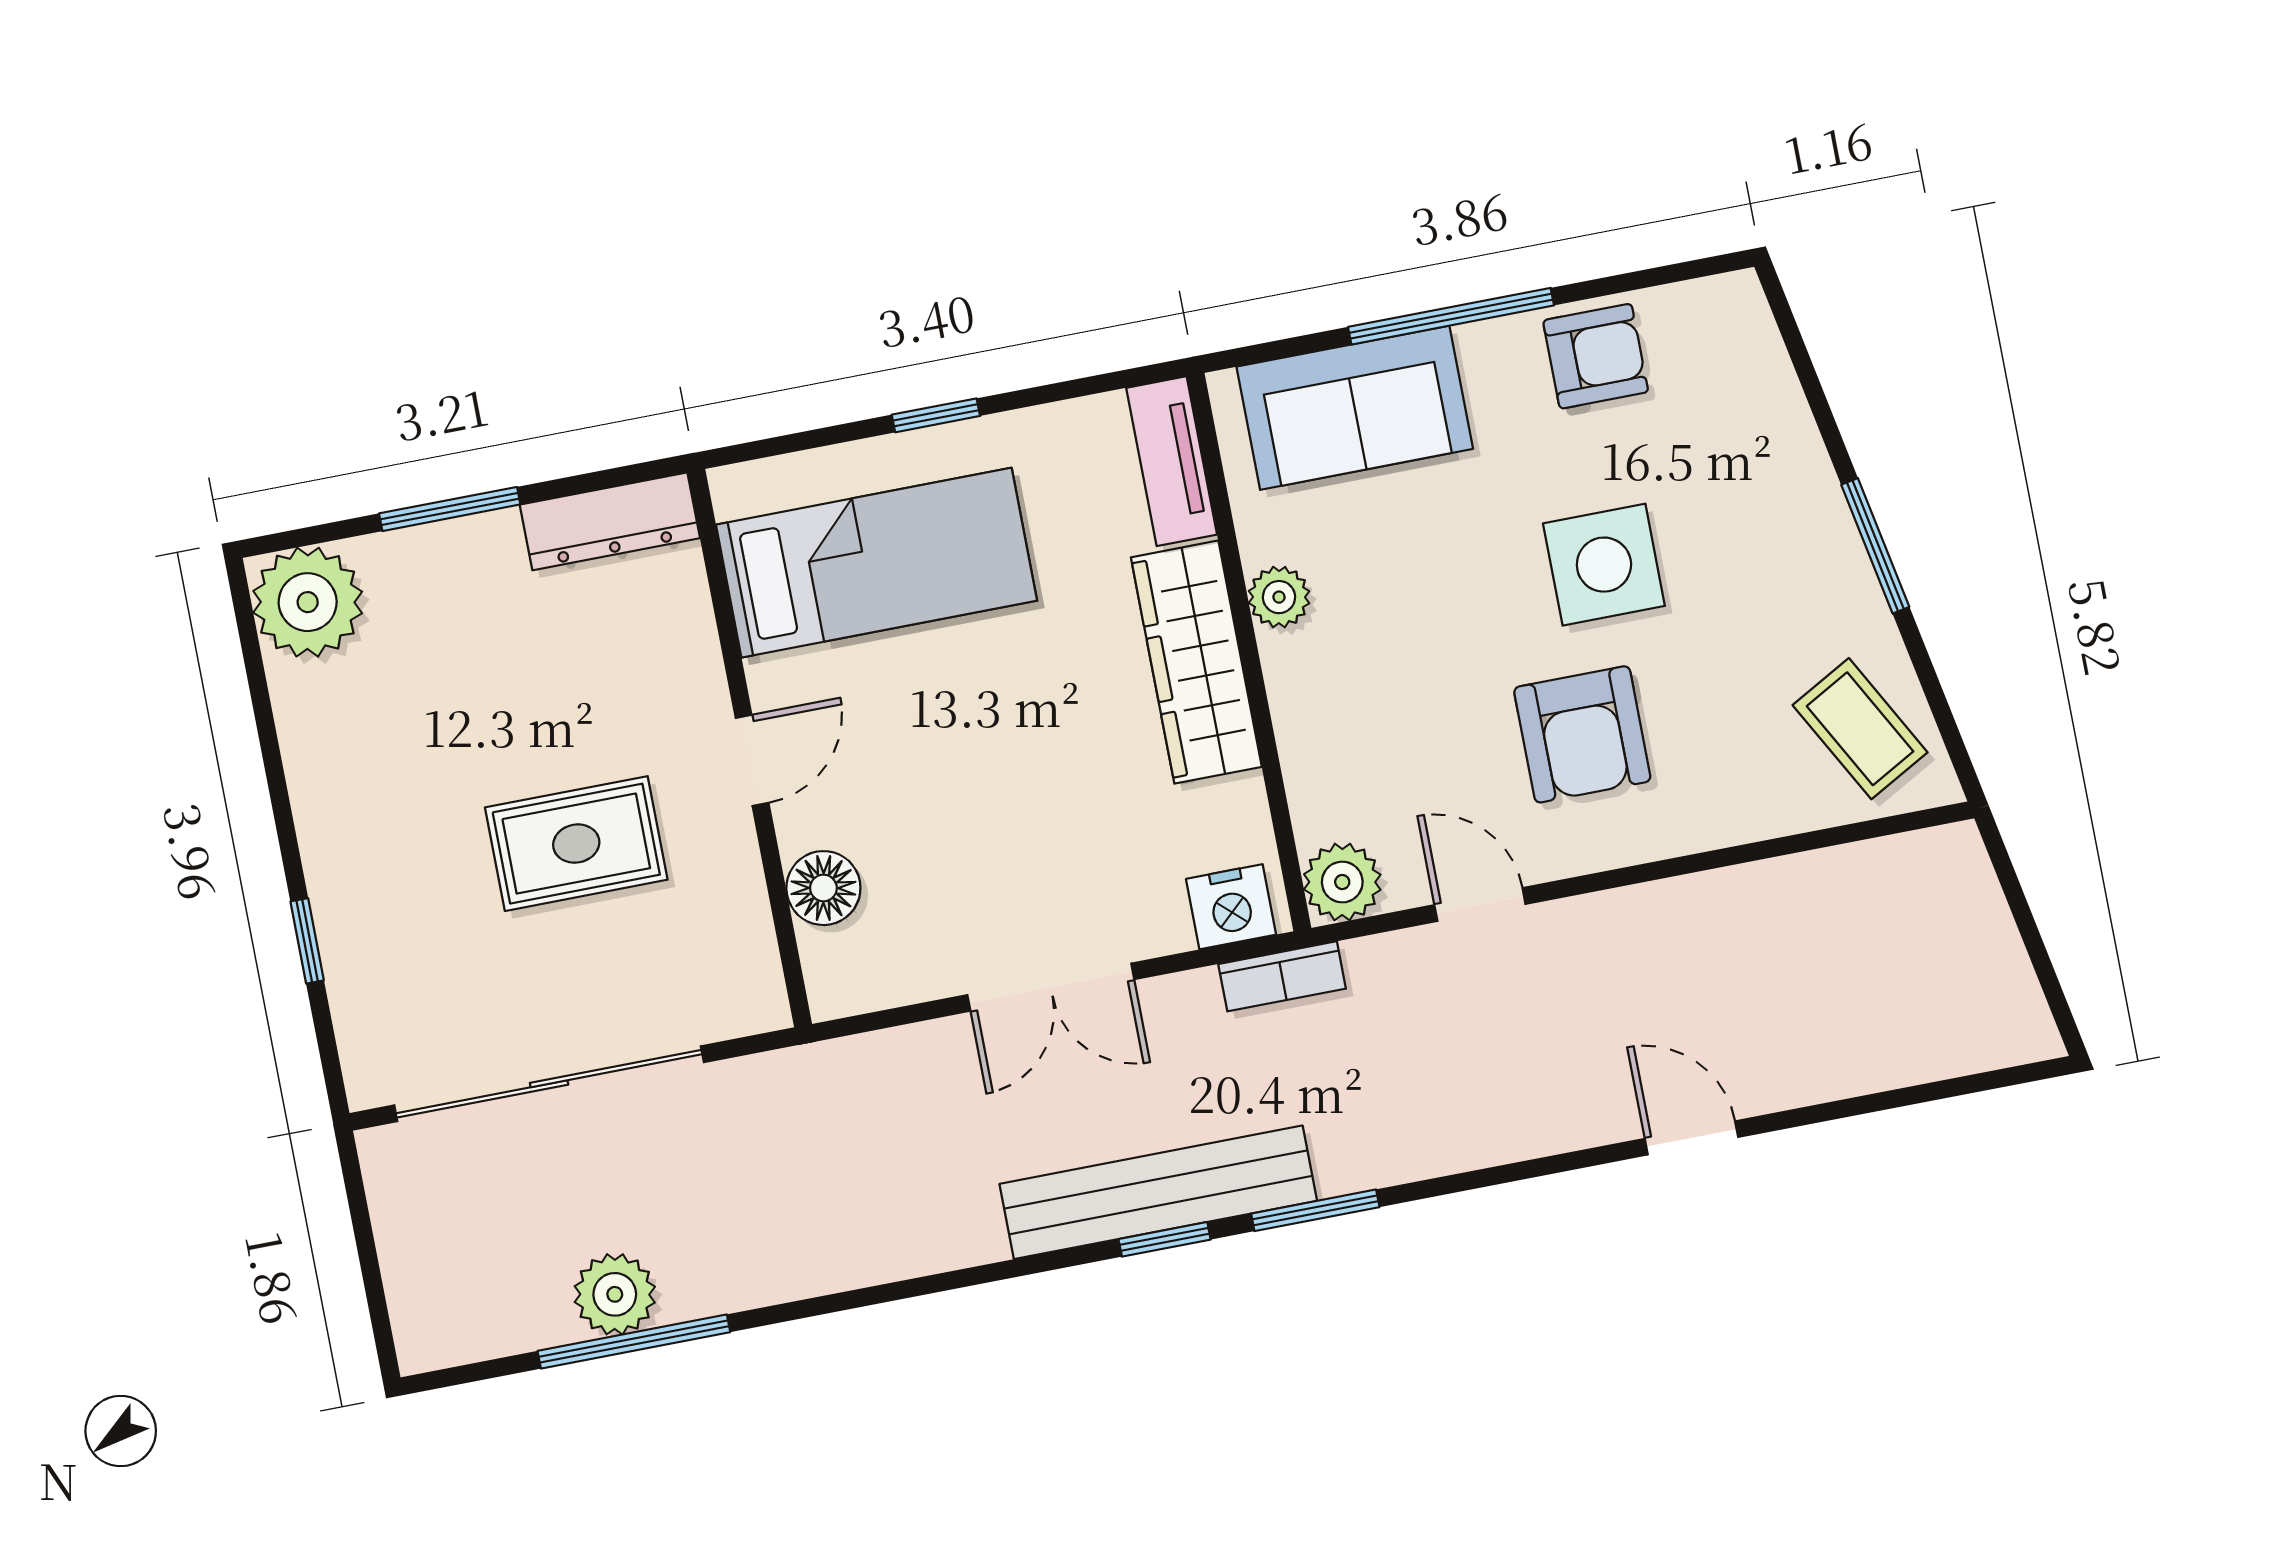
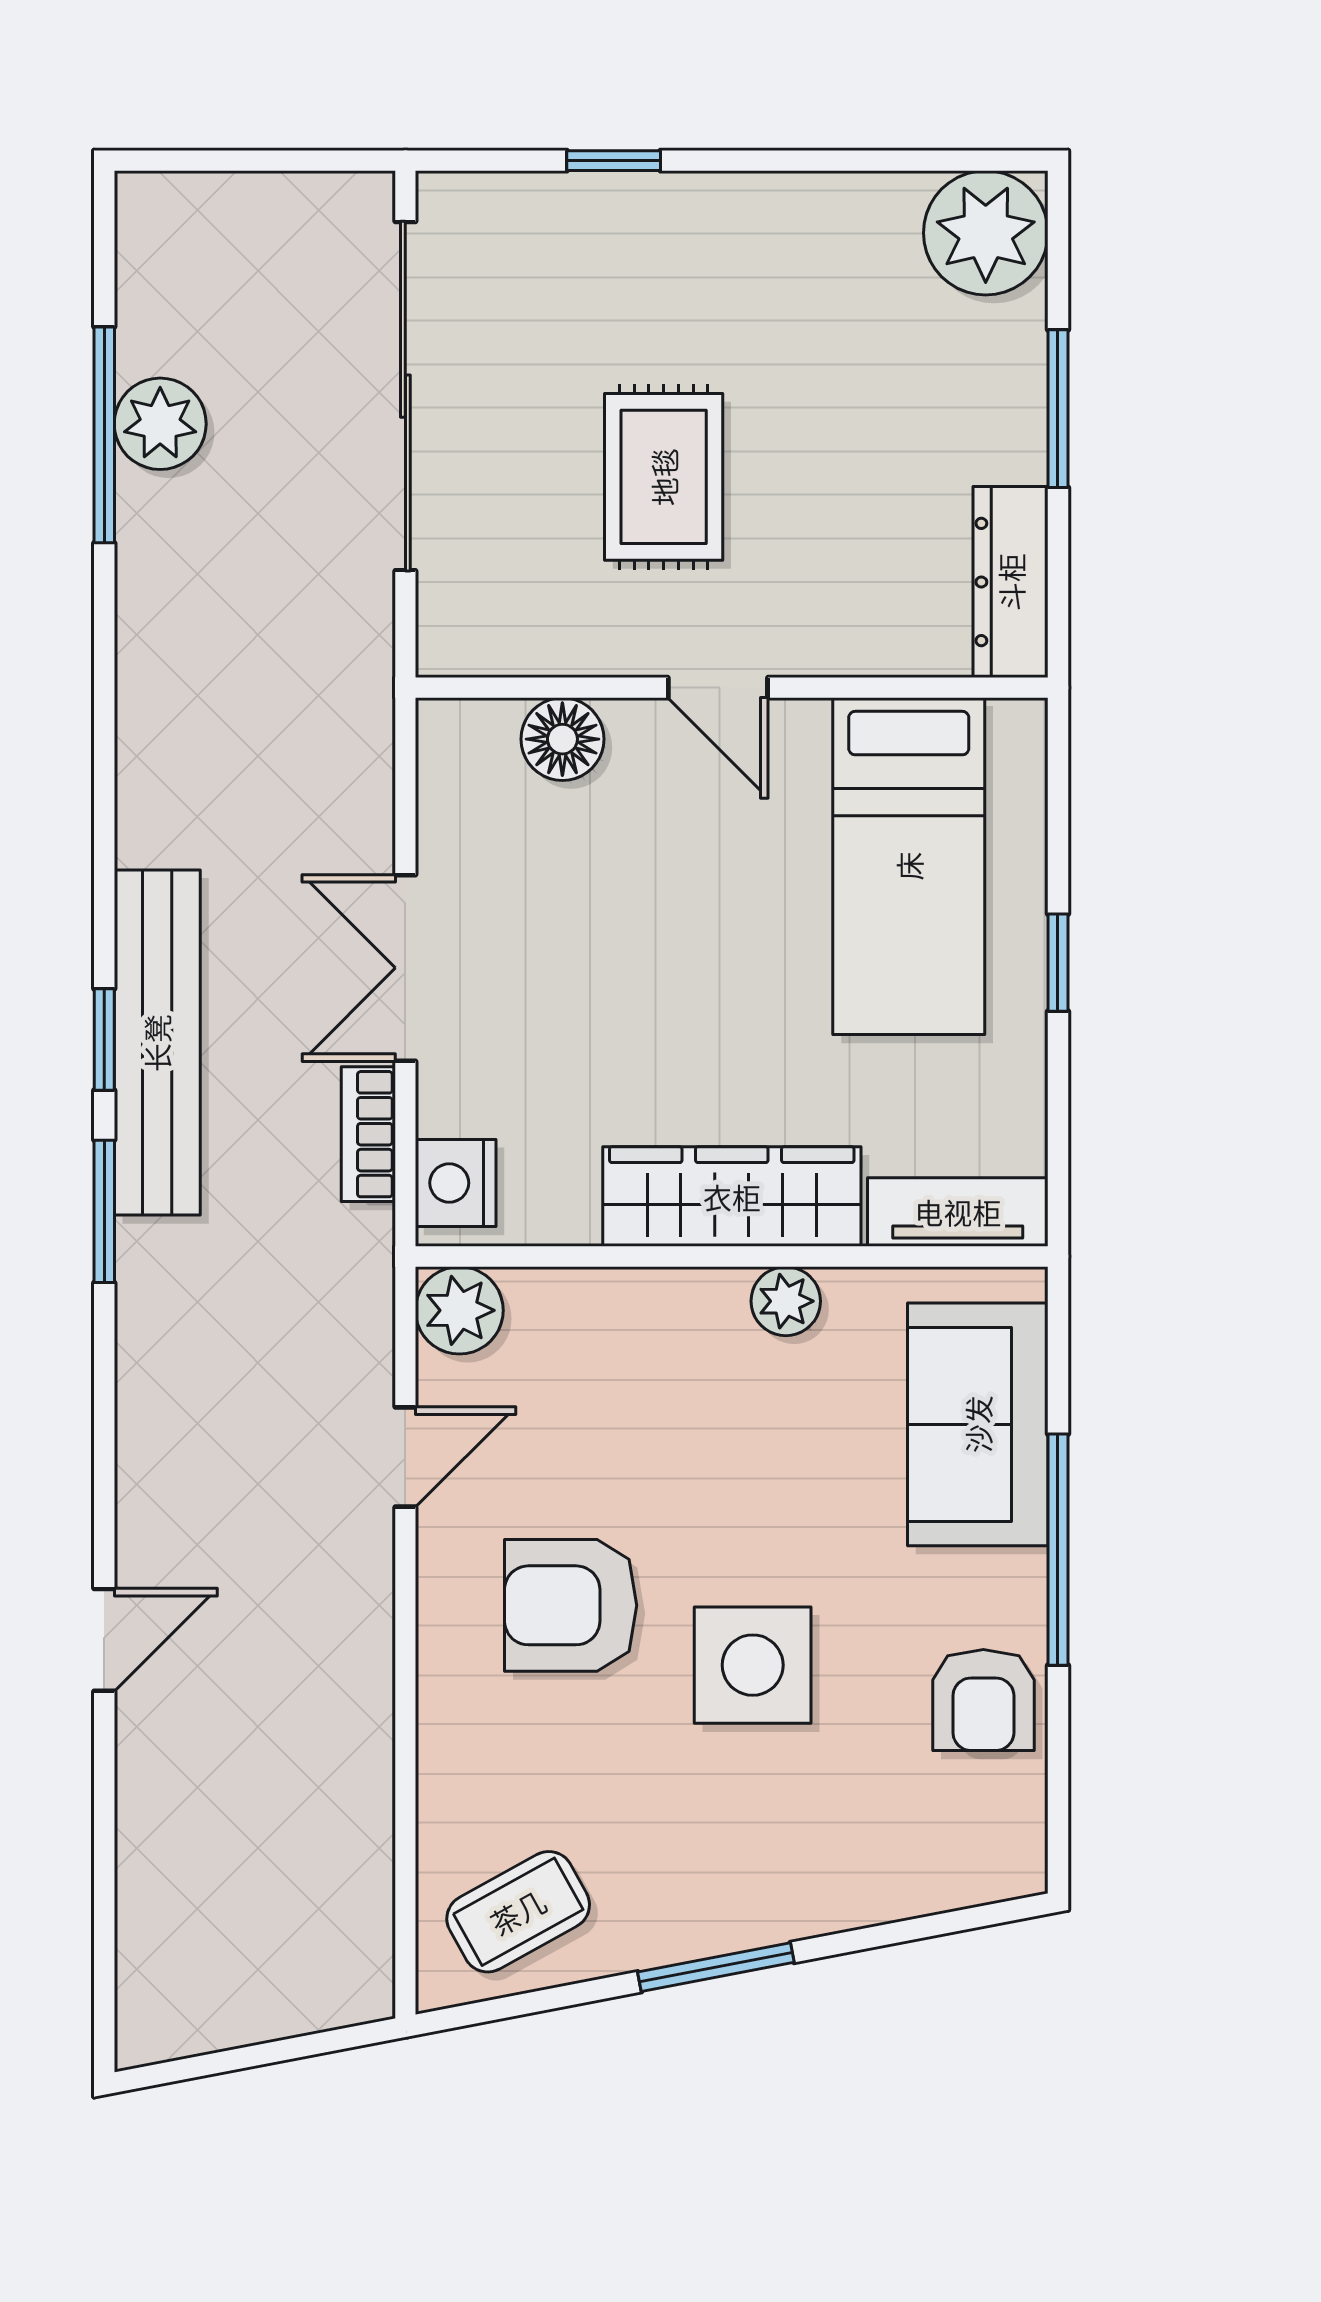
bookcase: (1282, 976) -> (368, 1134), moved

